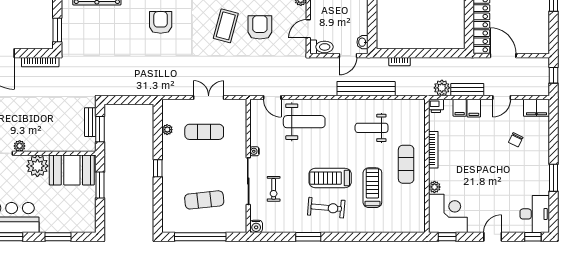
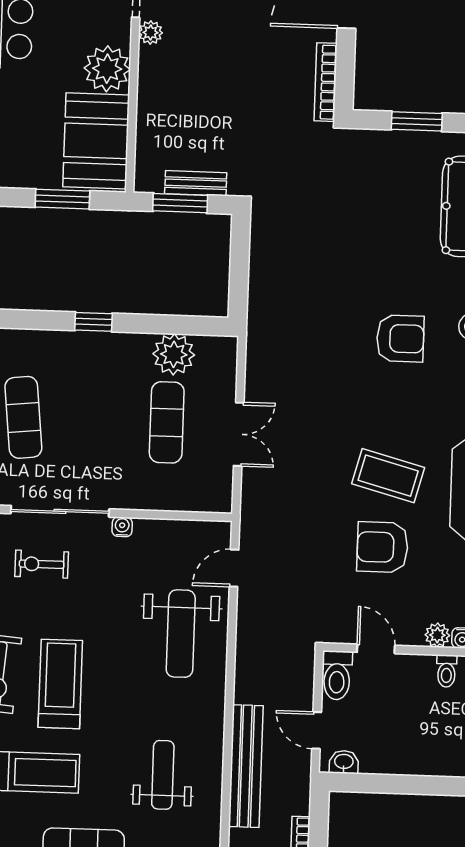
armchair: (260, 27) -> (382, 547), turned 180
window: (57, 30) -> (417, 121), moved
plant: (167, 130) -> (174, 354), width x1.88, depth x1.88

